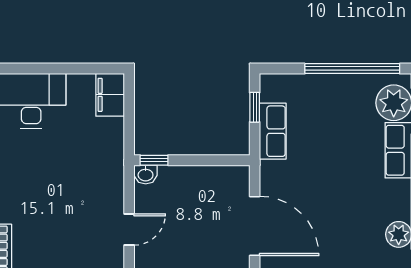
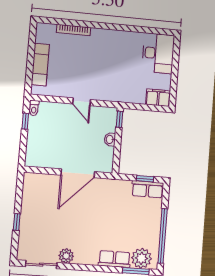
row of seats: (273, 131) -> (148, 189), moved
washbasin: (146, 174) -> (110, 139), moved

